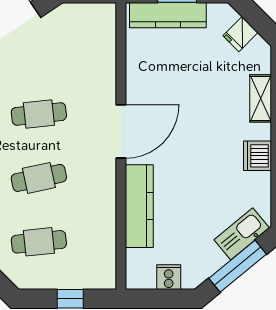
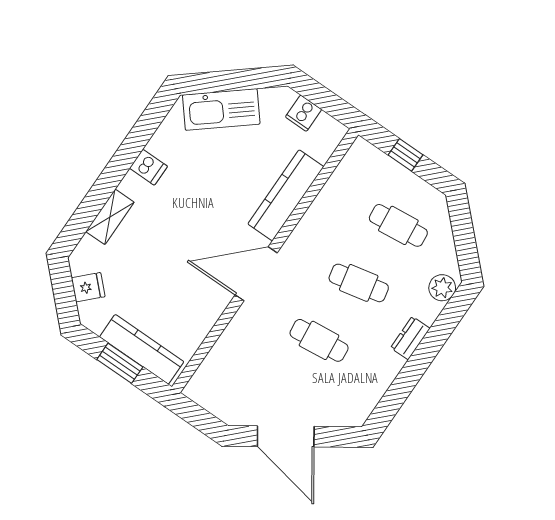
dishwasher: (257, 156) -> (148, 167), width x0.73
kitchen sink: (242, 234) -> (221, 109), width x1.36, depth x1.24
window: (238, 266) -> (235, 80), removed

